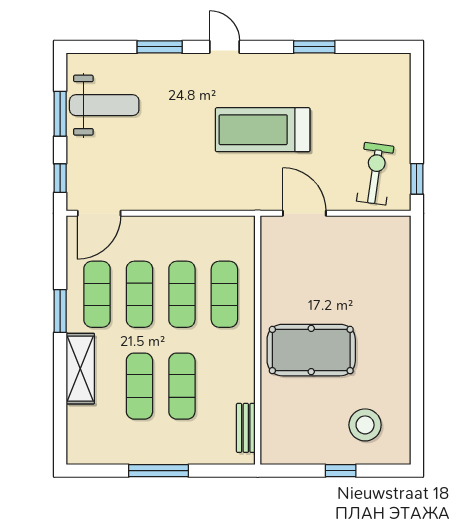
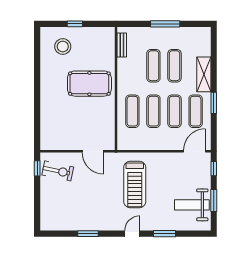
door: (225, 47) -> (132, 234), swing flipped
treadmill: (263, 130) -> (135, 185), moved, turned 90
exercise bike: (375, 174) -> (58, 171), turned -86

